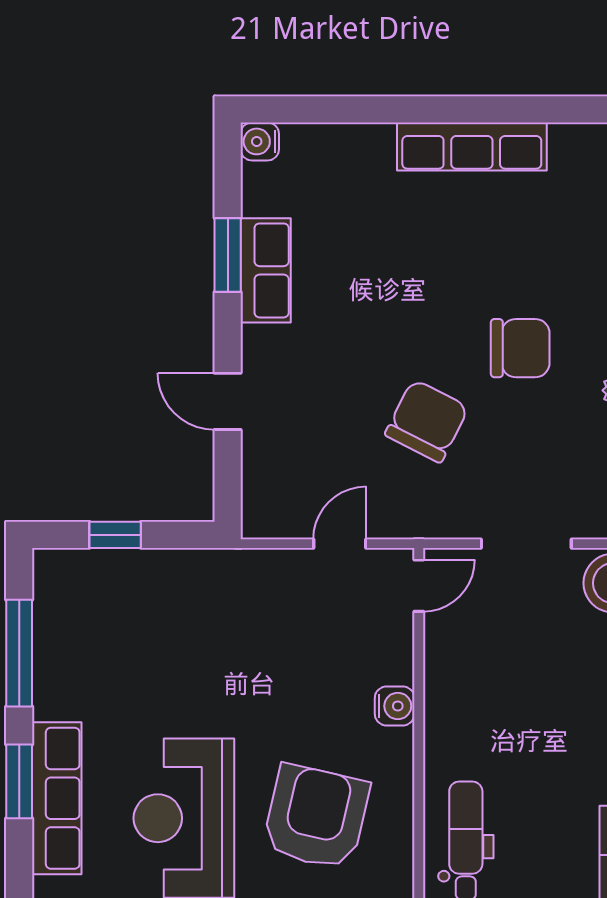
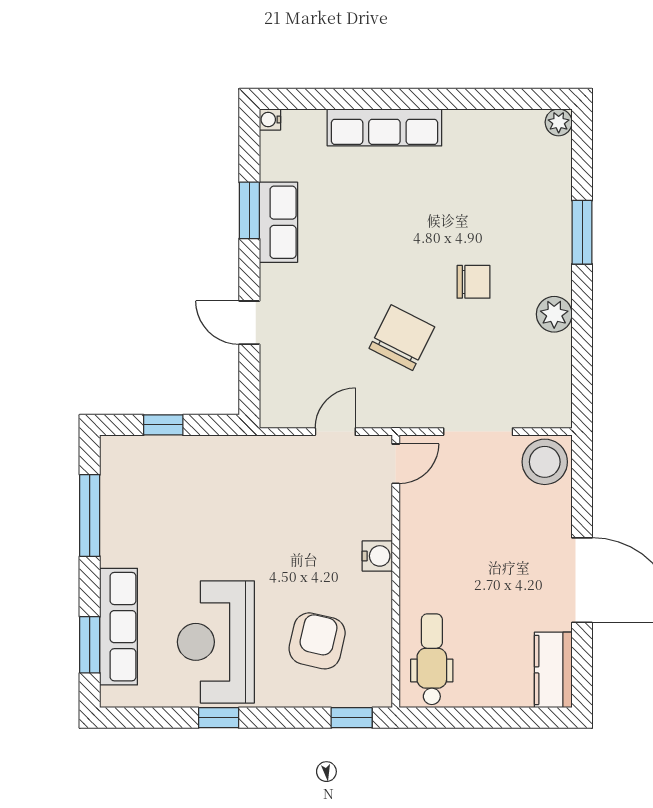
water cooler: (260, 141) -> (270, 119), width x0.72, depth x0.72
row of seats: (472, 147) -> (384, 127), moved
chair: (520, 348) -> (474, 282), width x0.73, depth x0.73
window: (19, 781) -> (90, 645), moved
armchair: (316, 817) -> (317, 641), width x0.73, depth x0.73

